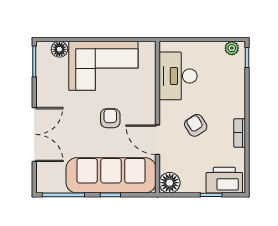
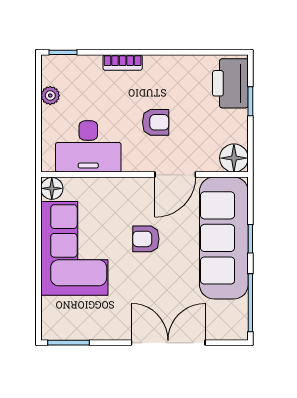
plant: (232, 48) -> (50, 95), moved
floor lamp: (59, 49) -> (52, 188), moved
armchair: (196, 125) -> (156, 122), turned -148
bookcase: (240, 133) -> (123, 63), moved

